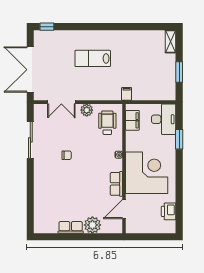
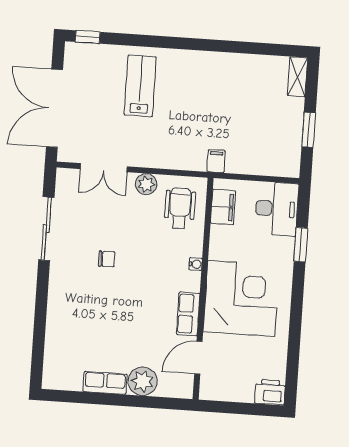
lab bench: (93, 58) -> (140, 86), moved, turned 90
printer: (169, 211) -> (270, 392), moved, turned 90

